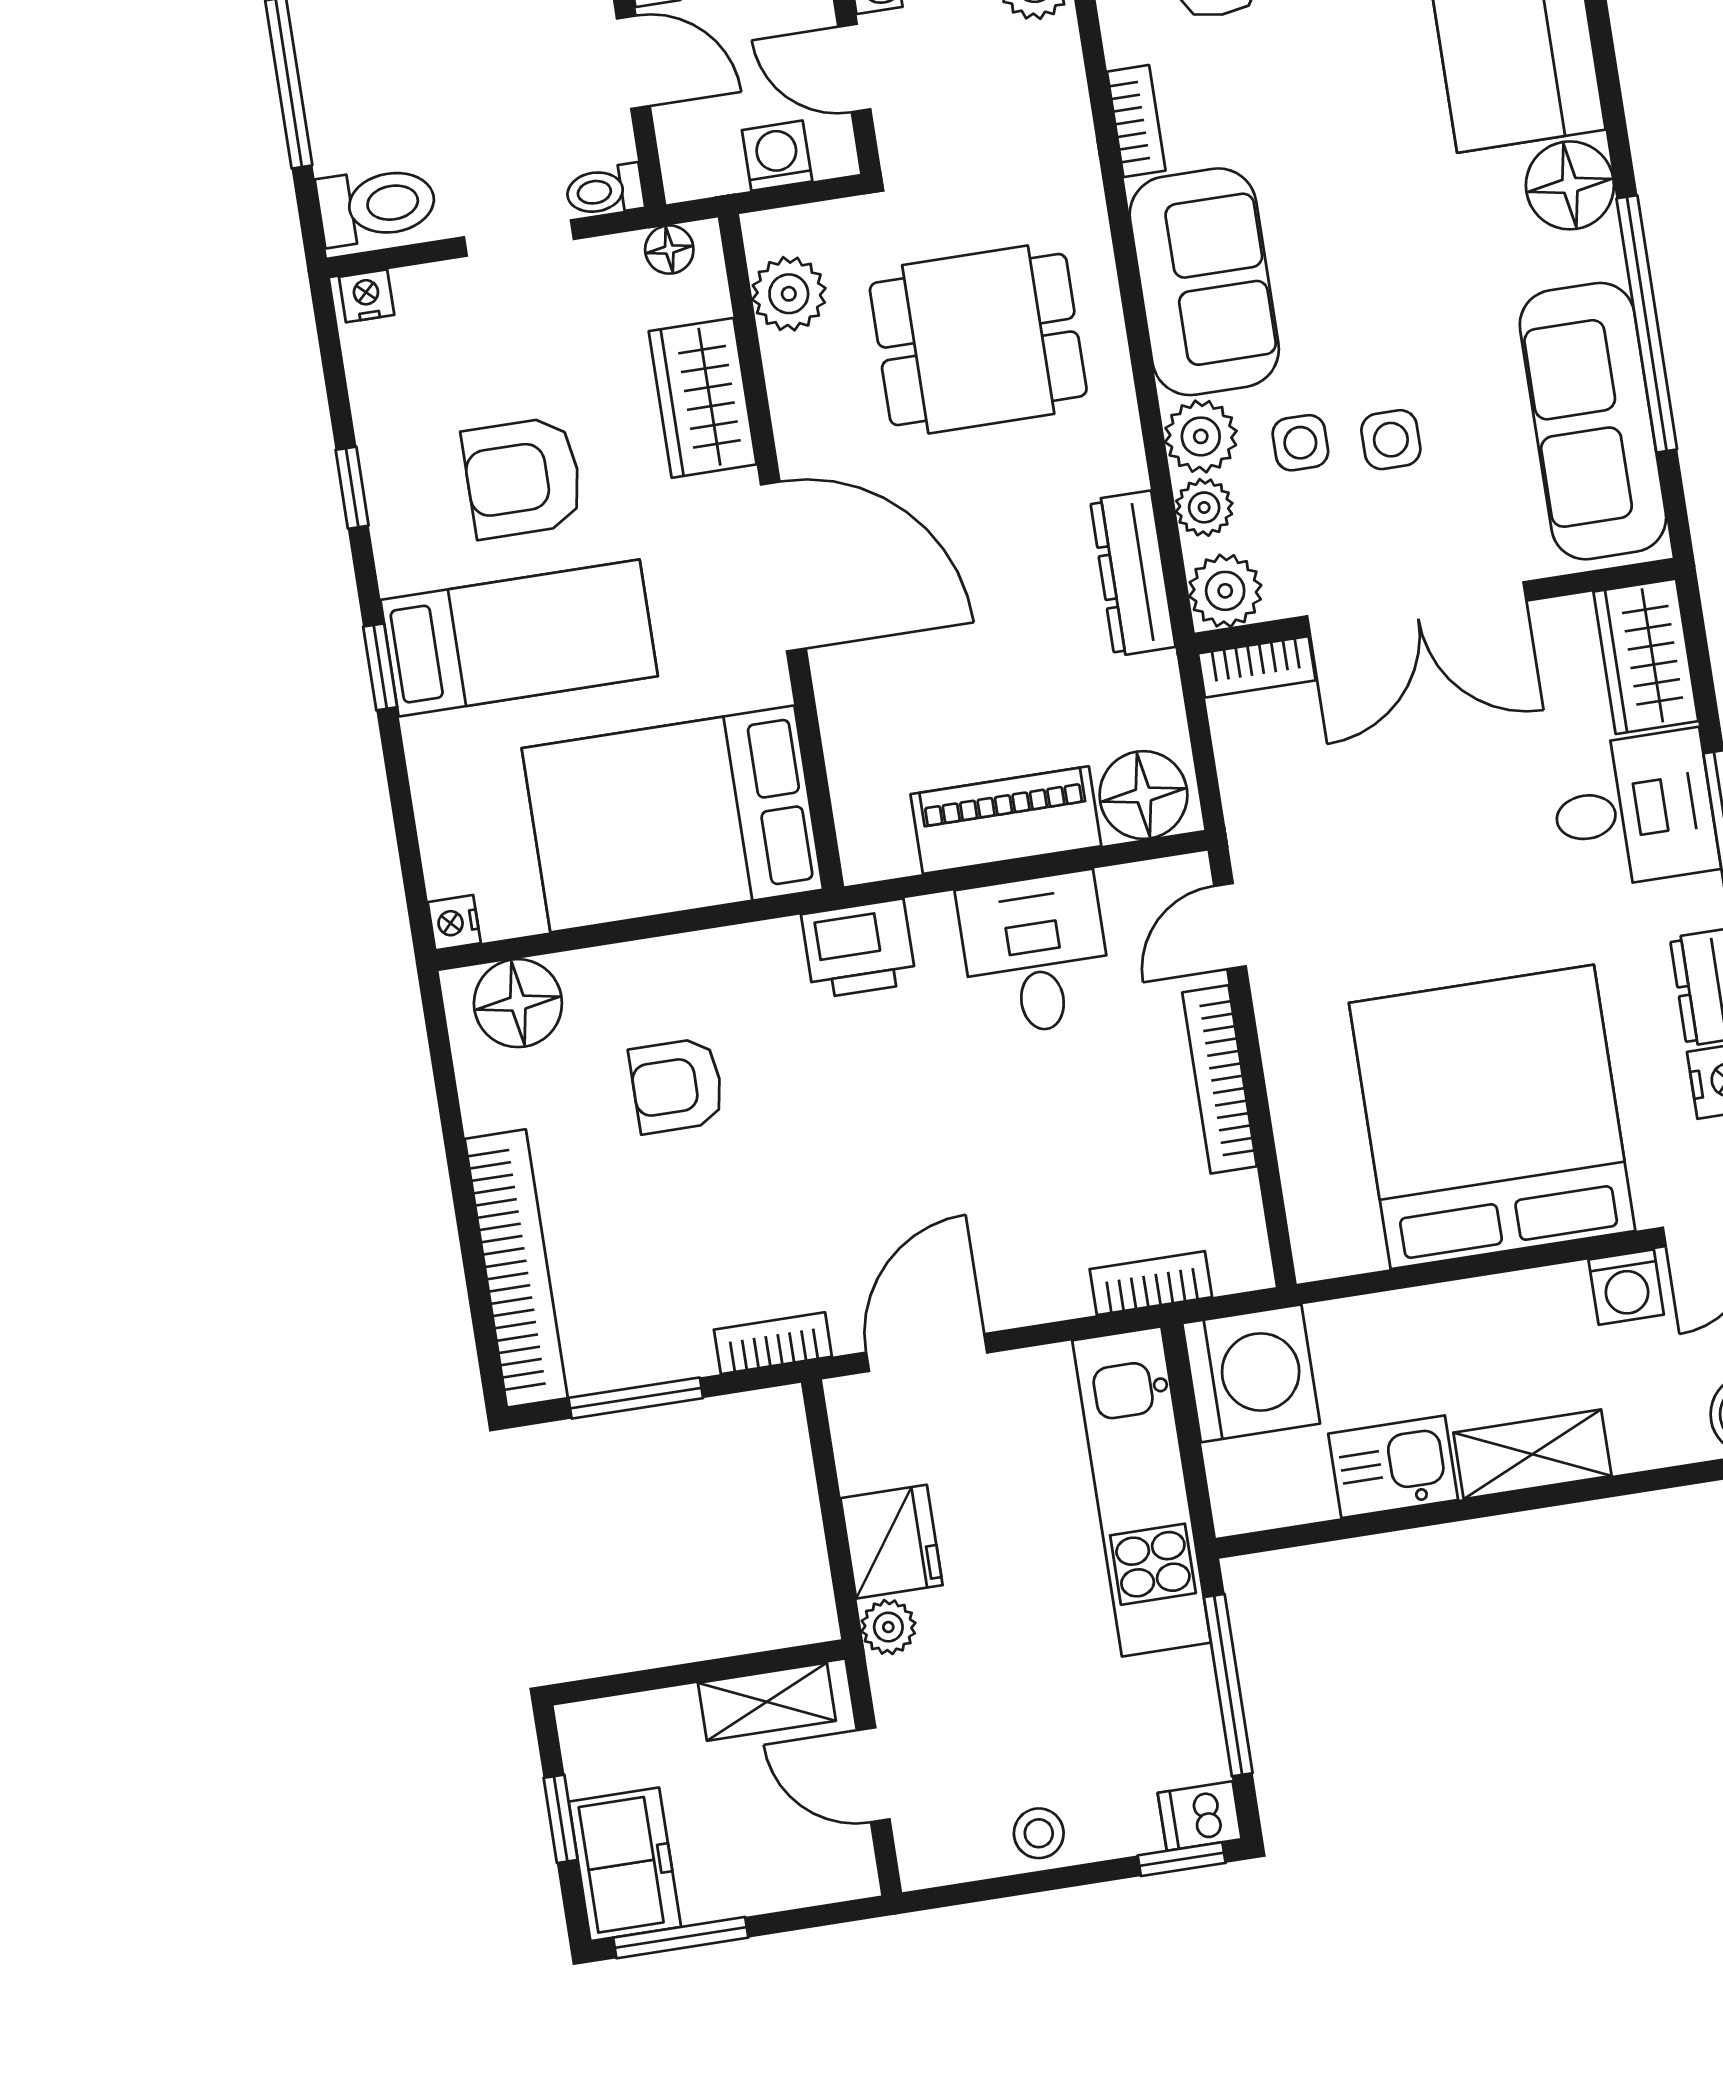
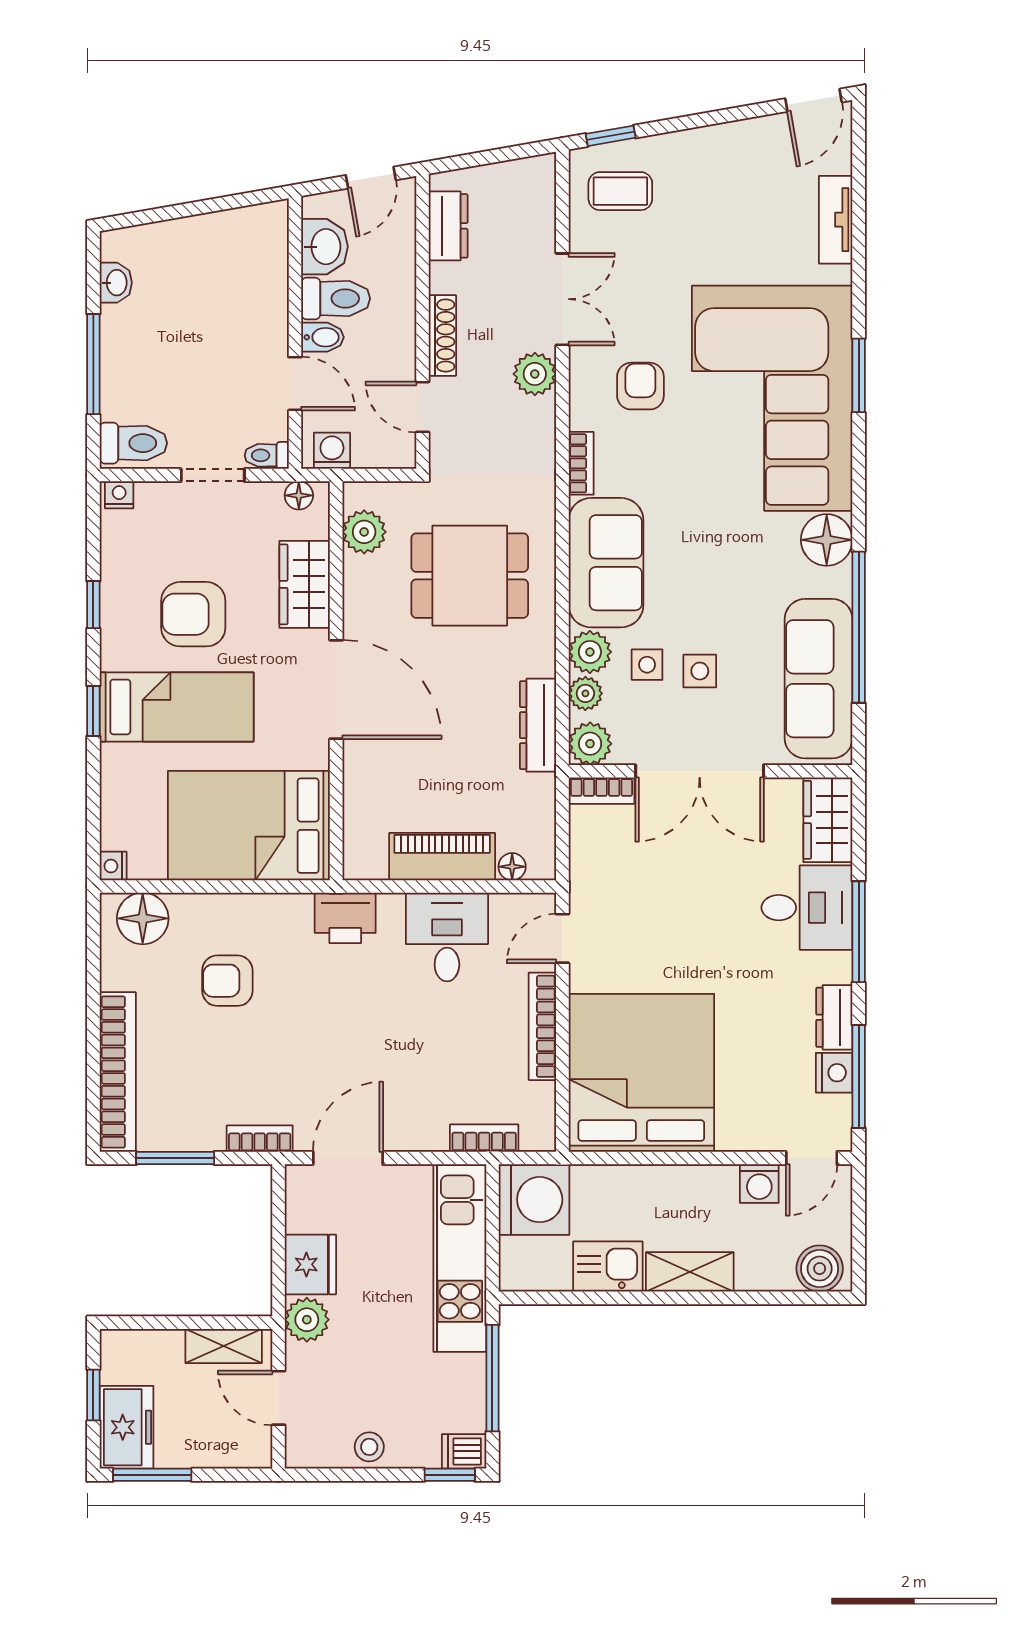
washing machine: (777, 156) -> (332, 451), moved
floor lamp: (1143, 795) -> (512, 867), width x0.53, depth x0.53
bed: (1492, 1117) -> (641, 1073), moved
plant: (888, 1627) -> (307, 1320), width x1.38, depth x1.38

